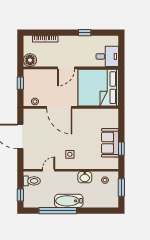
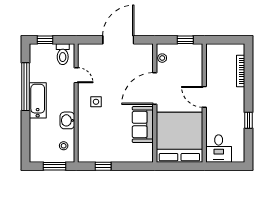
floor lamp: (30, 60) -> (214, 52), removed
sofa: (110, 143) -> (143, 125), moved, turned -90

